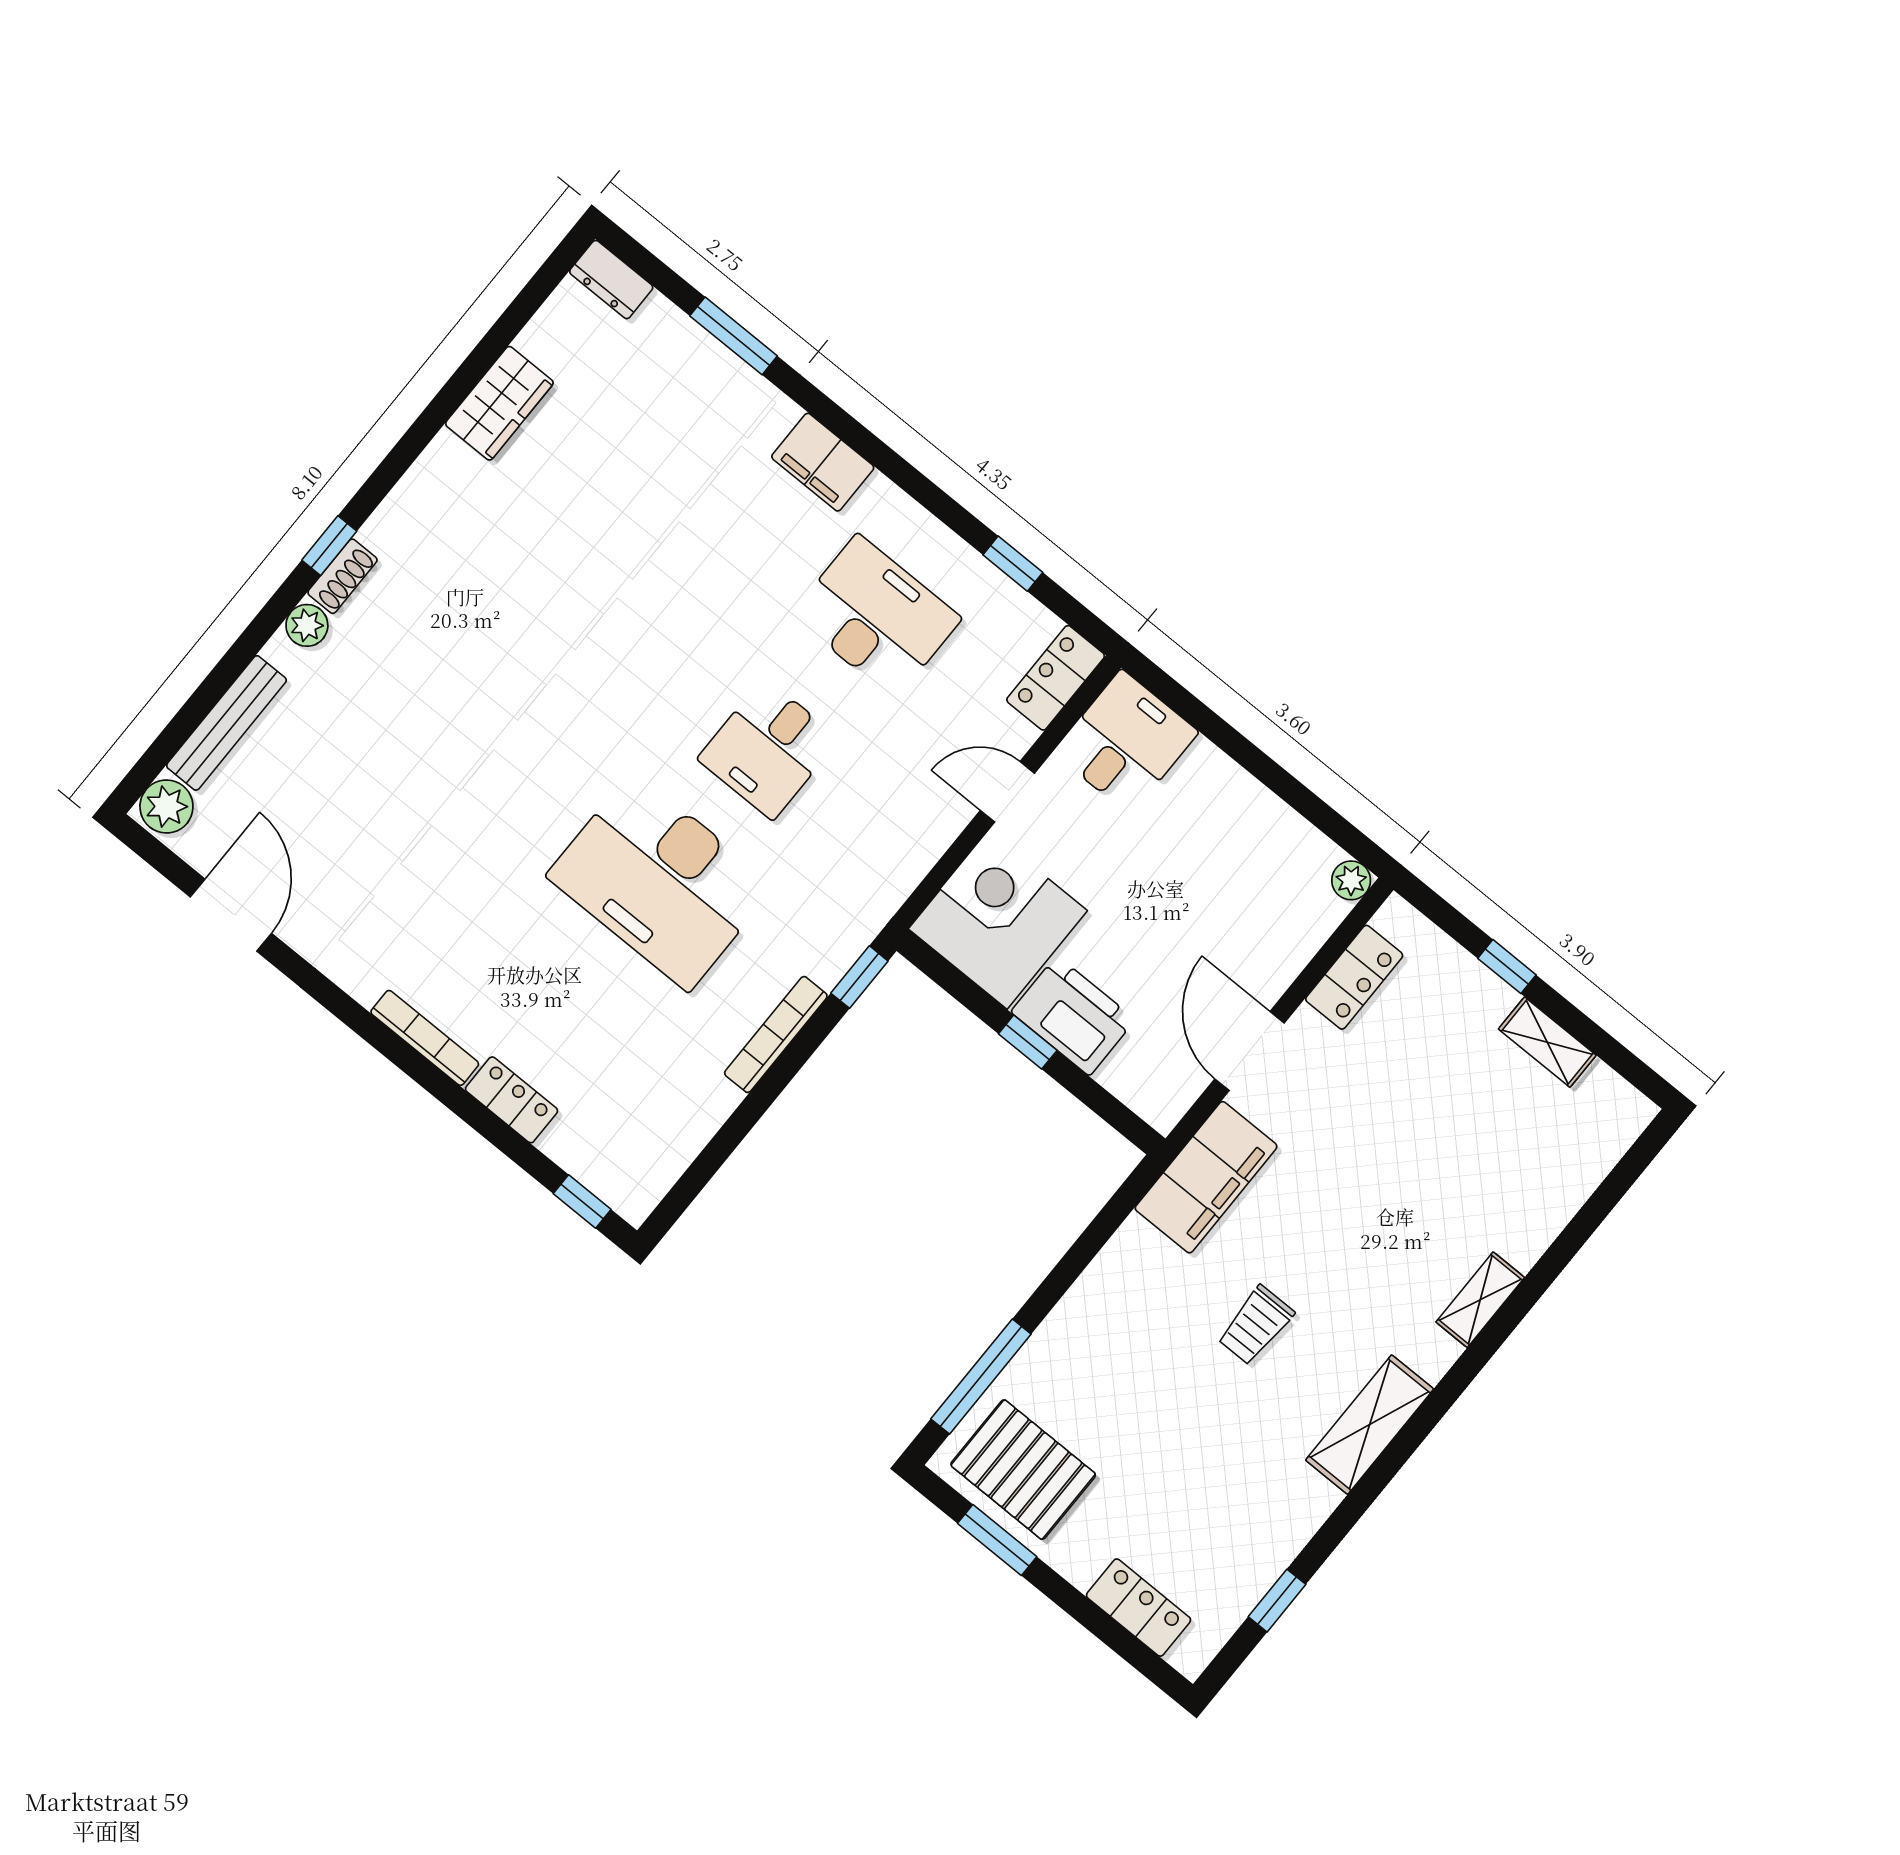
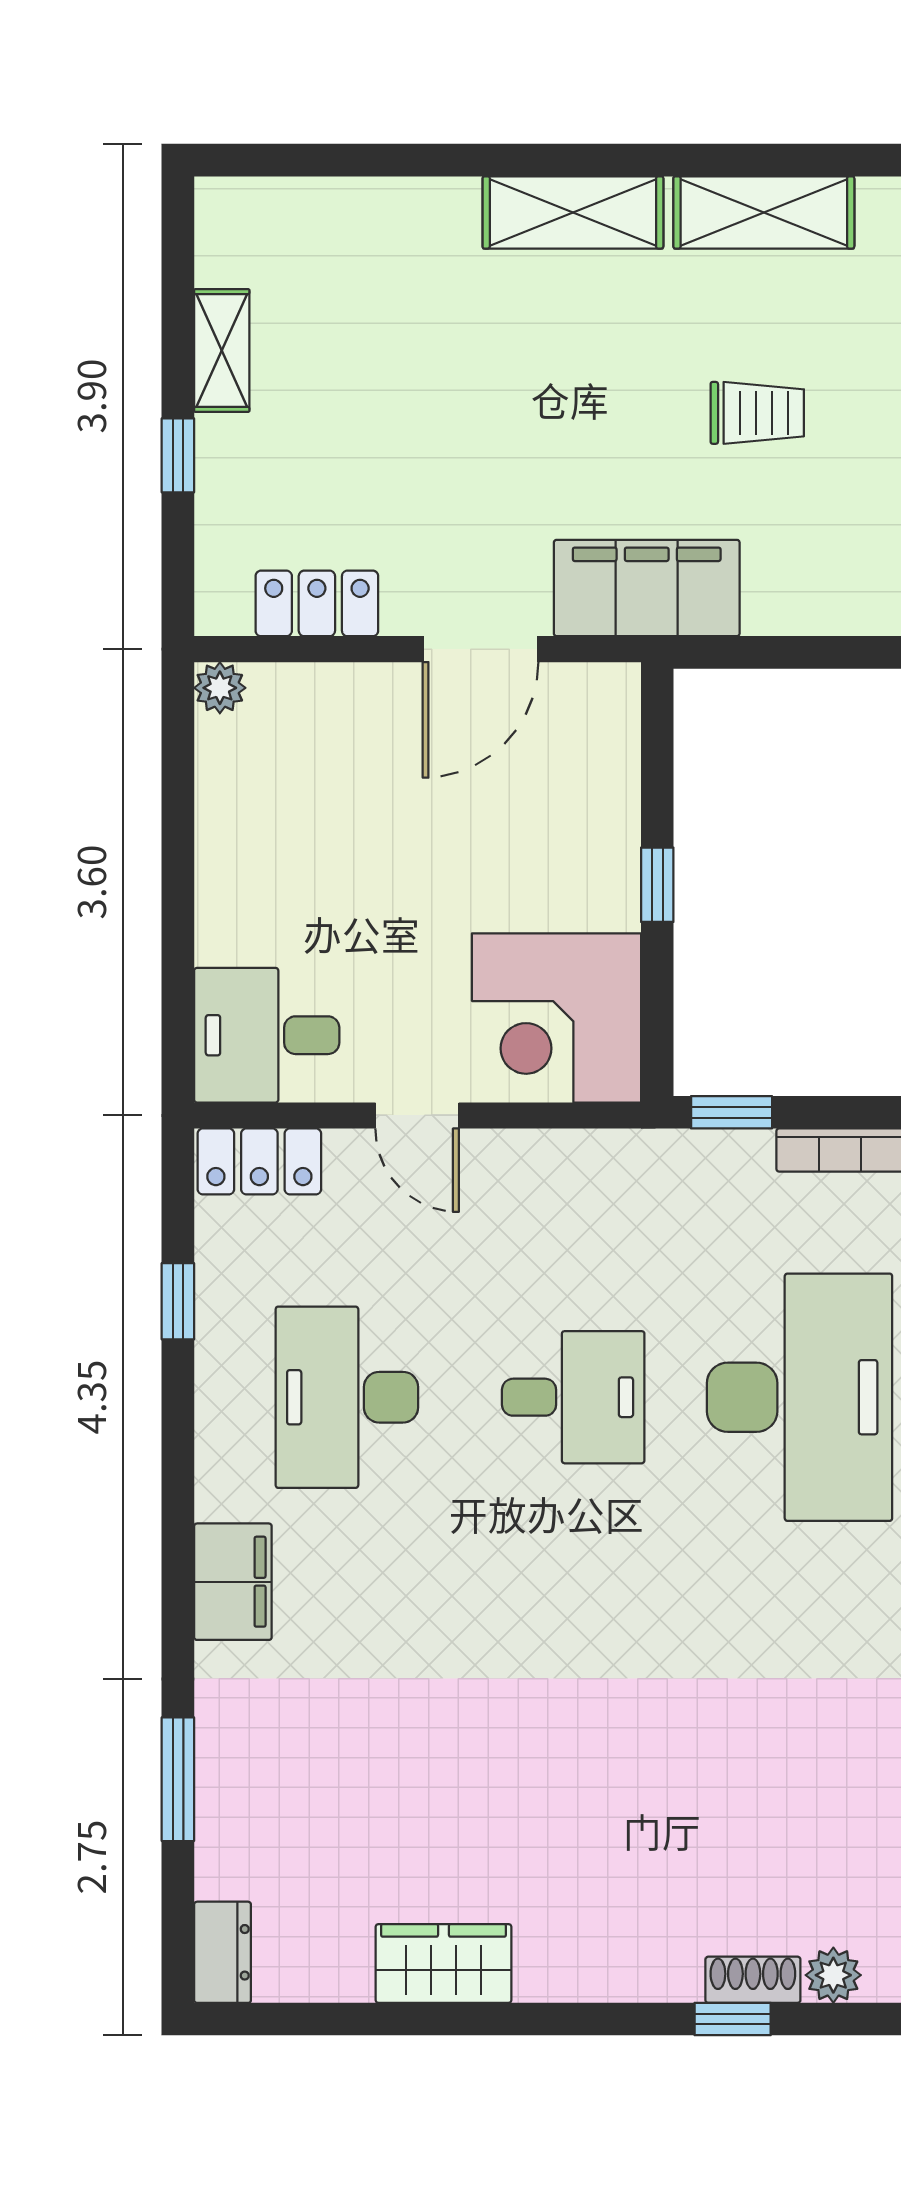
printer: (1073, 1016) -> (592, 860), removed
shelving: (1480, 1300) -> (573, 212), width x1.50, depth x1.33

